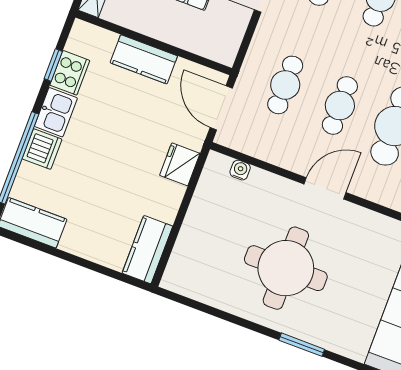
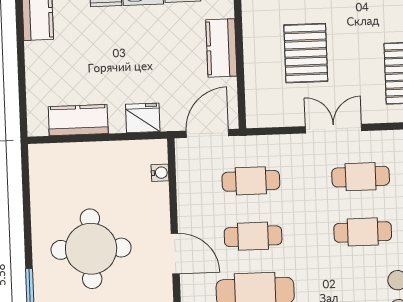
kitchen counter: (147, 250) -> (78, 120), moved

